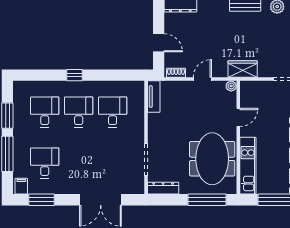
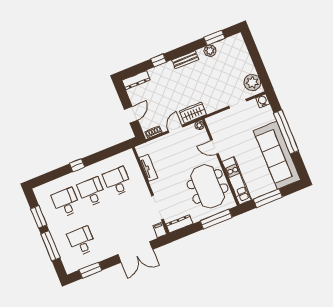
door: (159, 43) -> (131, 115), hinge flipped
wardrobe: (243, 69) -> (193, 113), moved
tv unit: (154, 97) -> (148, 168), moved
door: (238, 117) -> (215, 147), swing flipped
filing cabinet: (21, 186) -> (160, 230), moved

